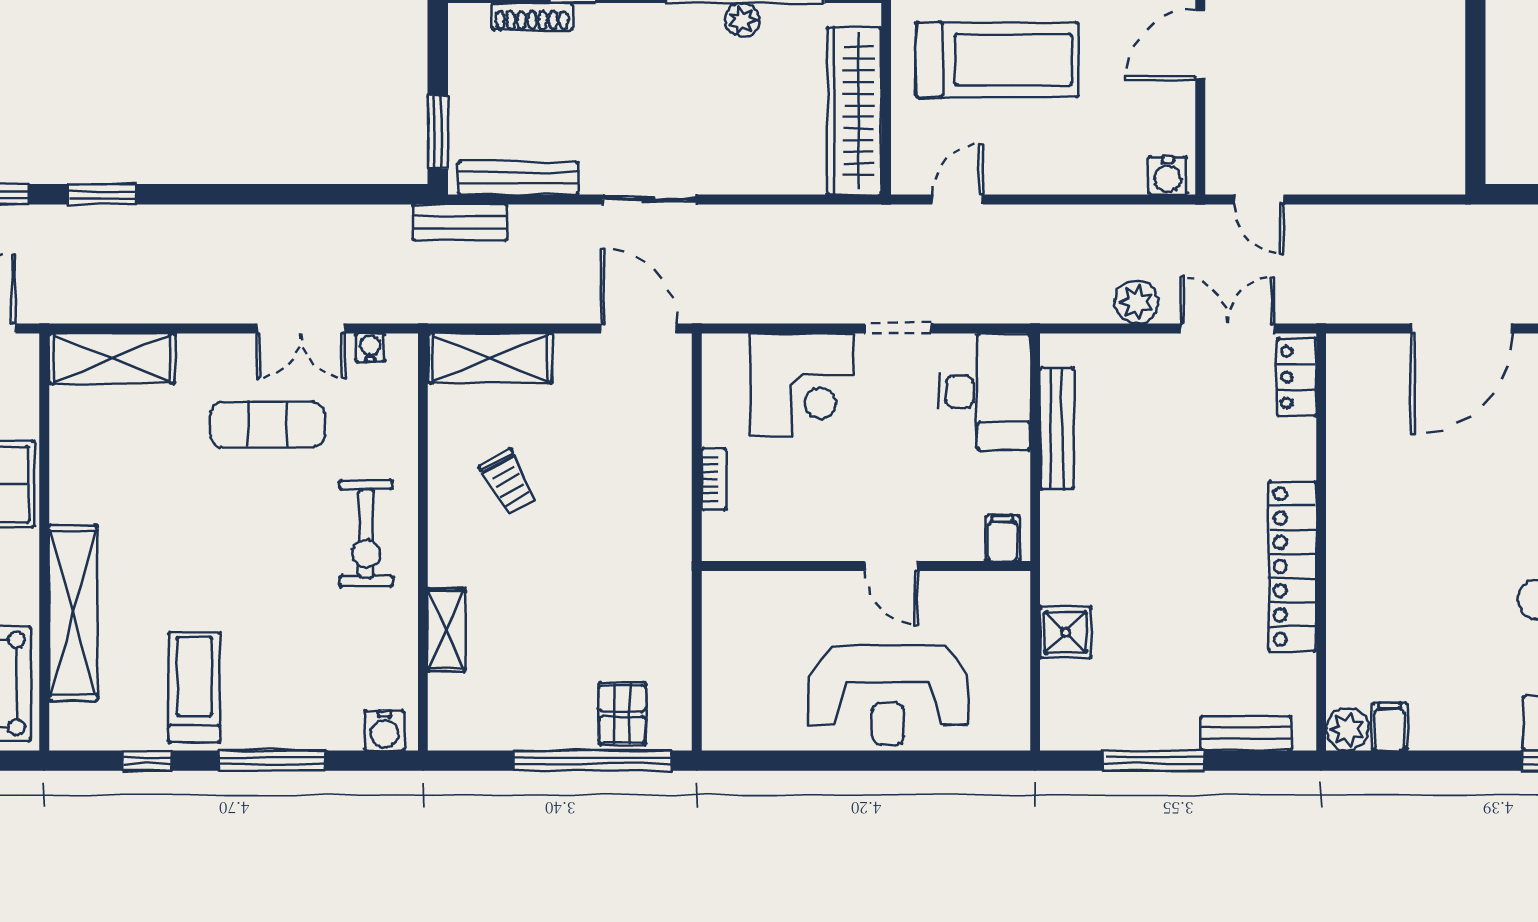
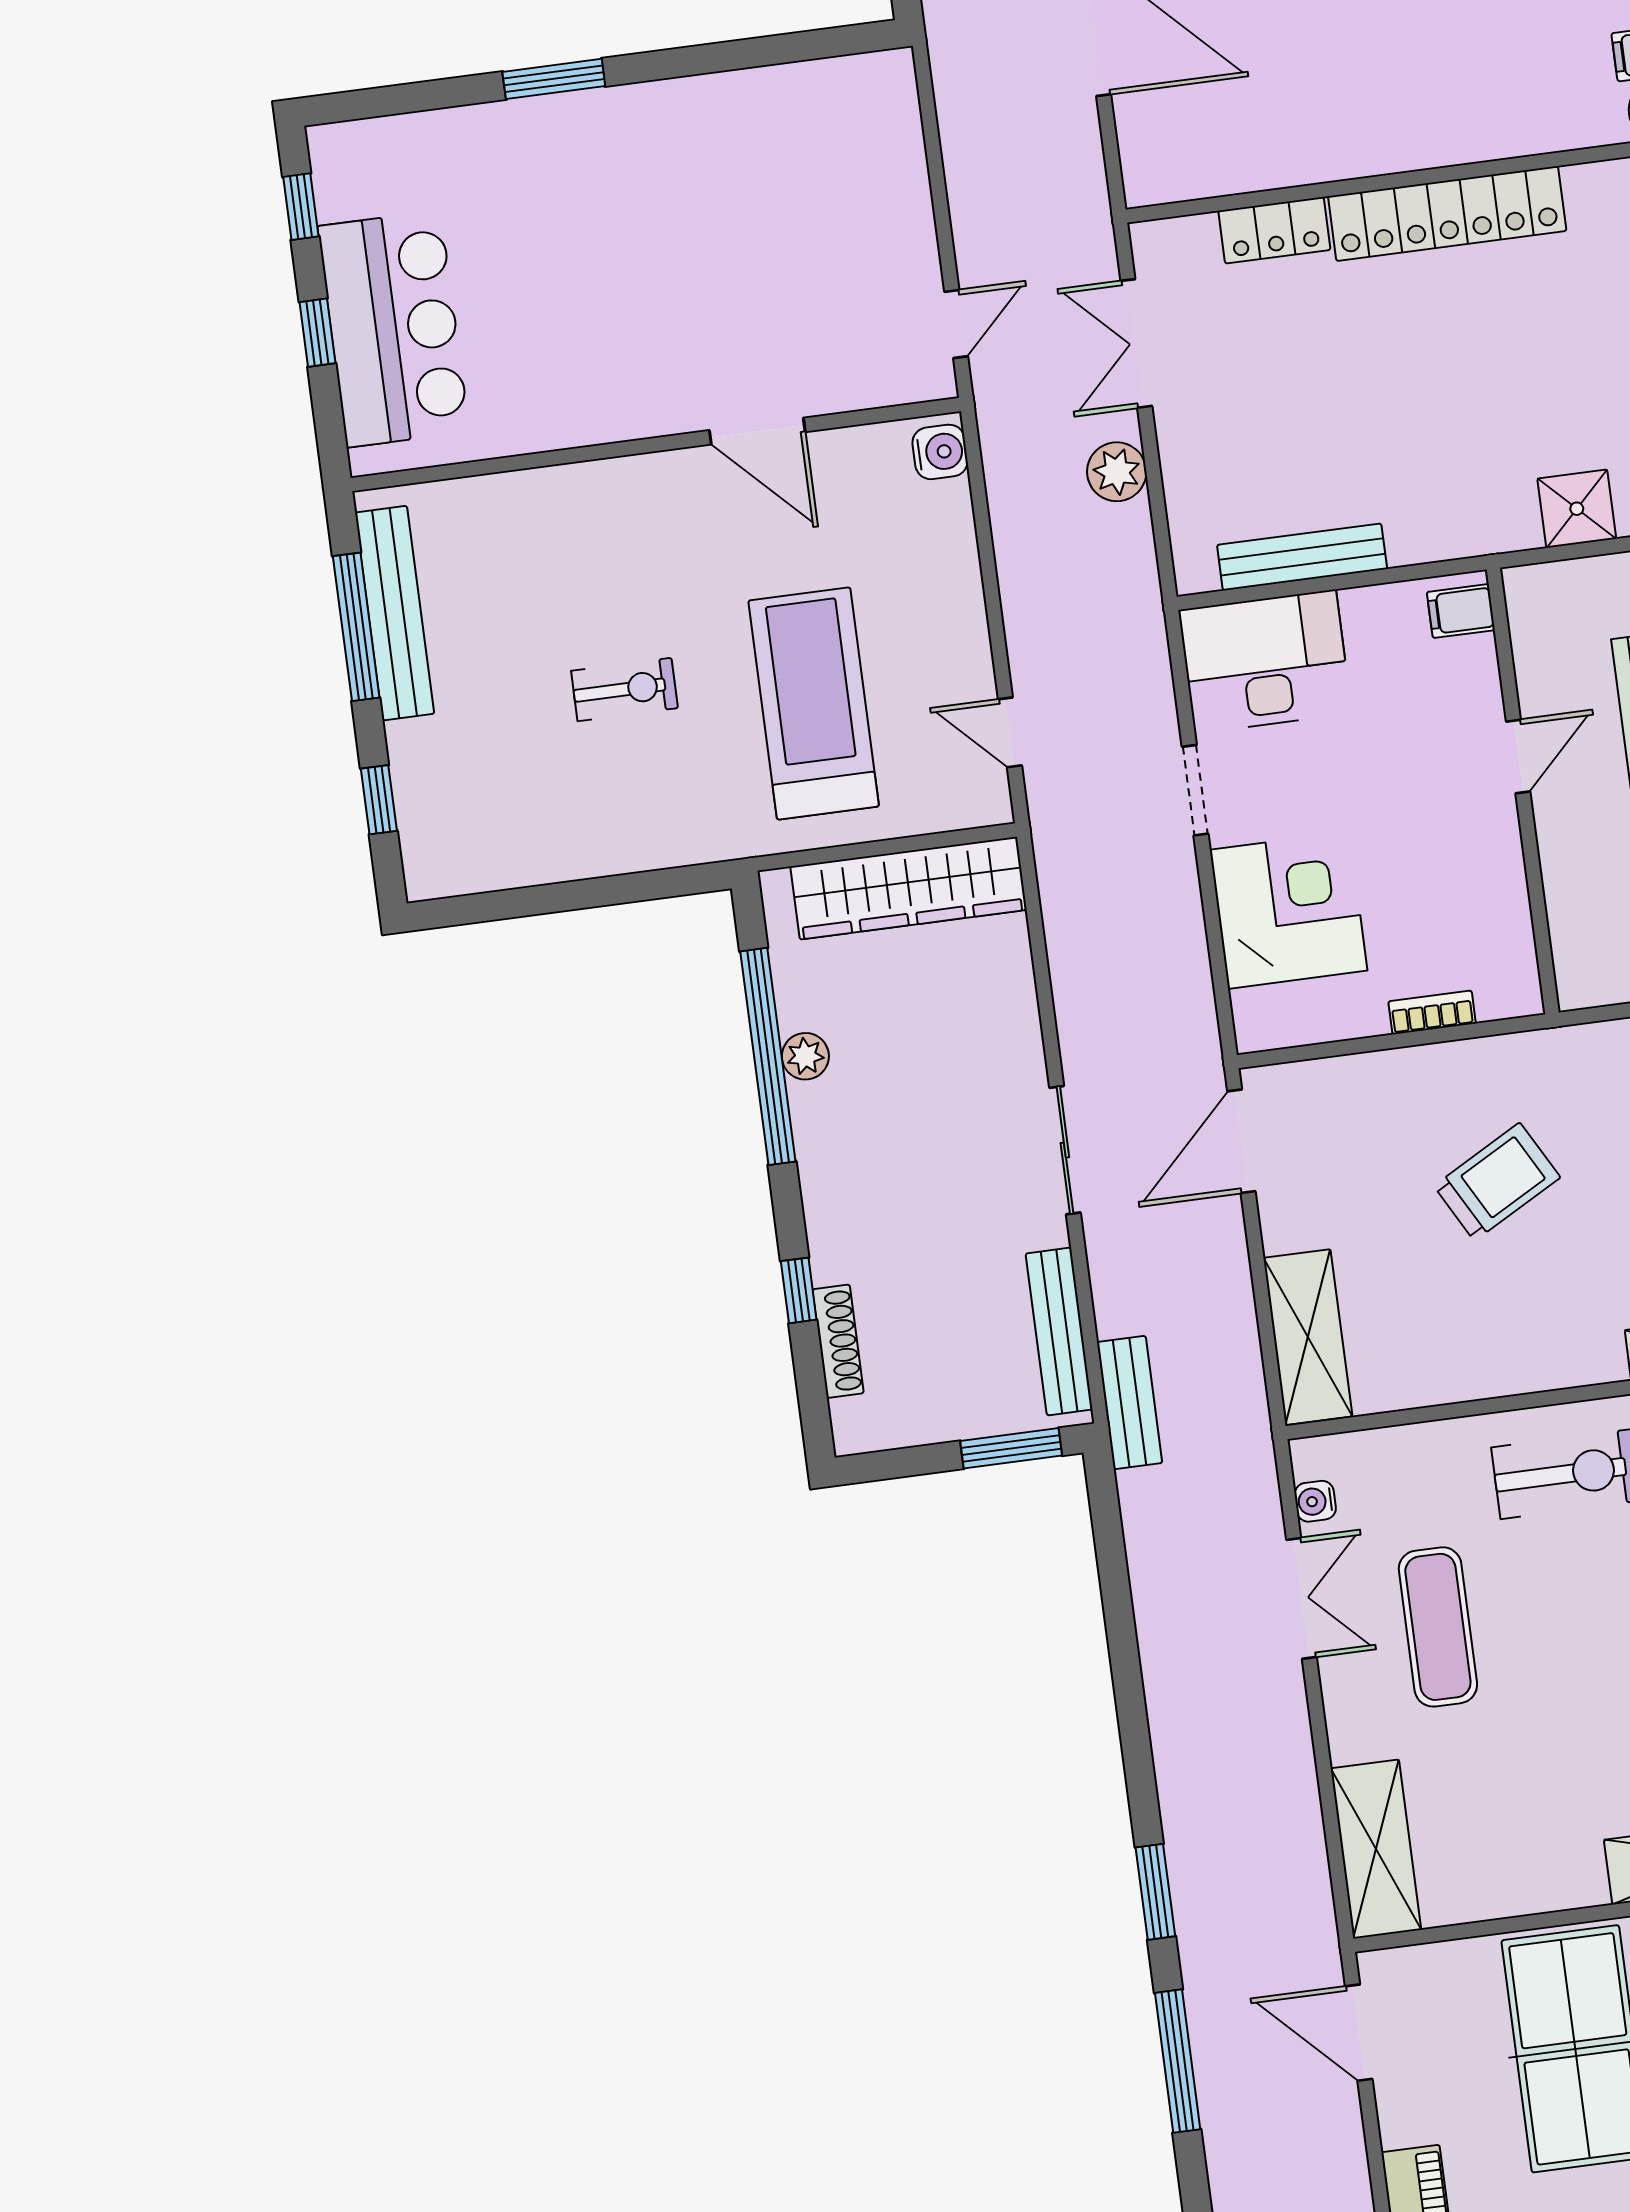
locker: (1297, 377) -> (1274, 230), moved
trolley: (508, 482) -> (1497, 1182), moved, width x1.36, depth x1.39

